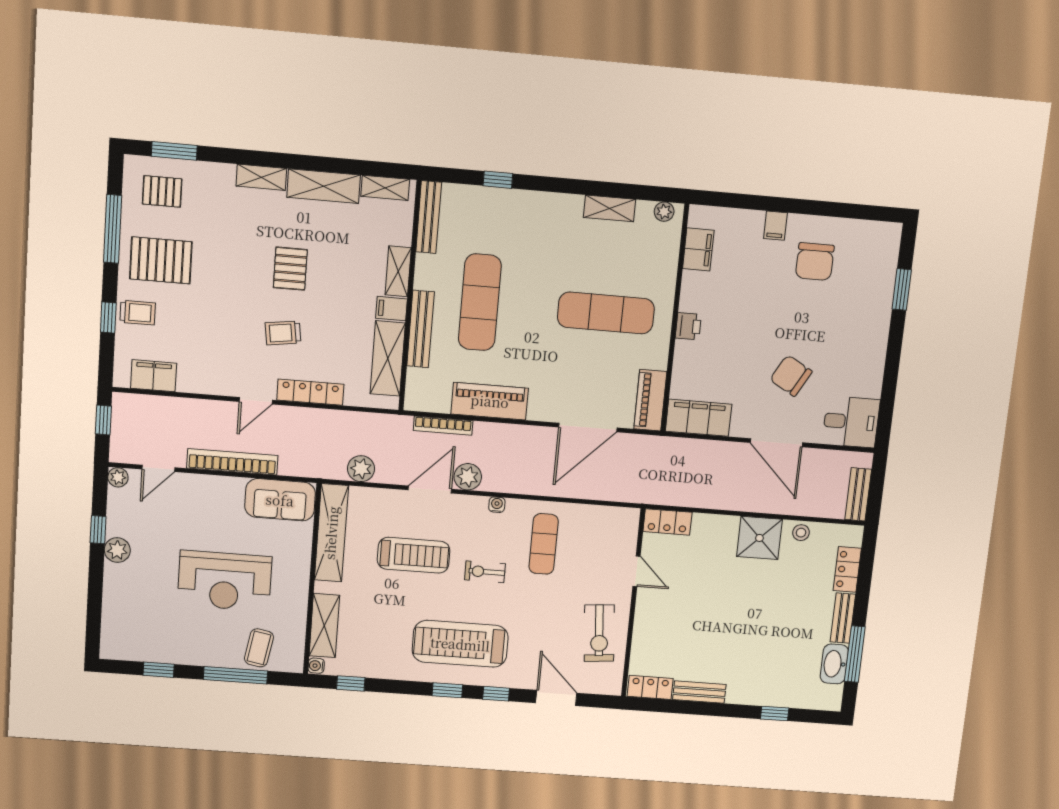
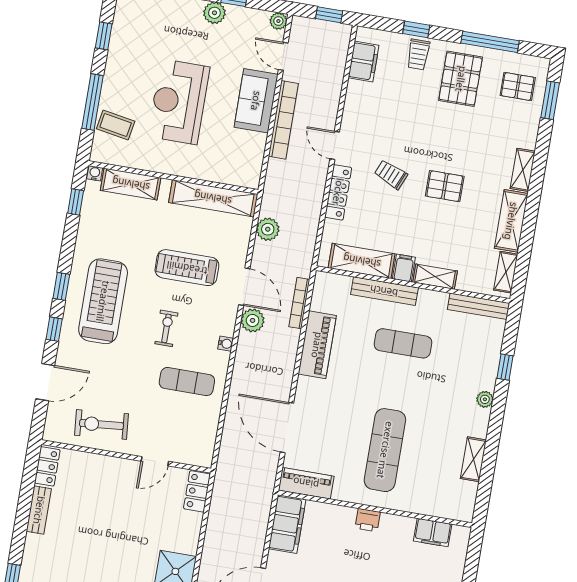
pallet: (162, 191) -> (518, 86), turned 90
plant: (664, 212) -> (485, 399), moved
exercise mat: (480, 302) -> (403, 343), width x0.73, depth x0.69
trolley: (283, 333) -> (391, 174), turned -59
sofa: (280, 500) -> (256, 101), moved
treadmill: (414, 555) -> (187, 268), turned 90

